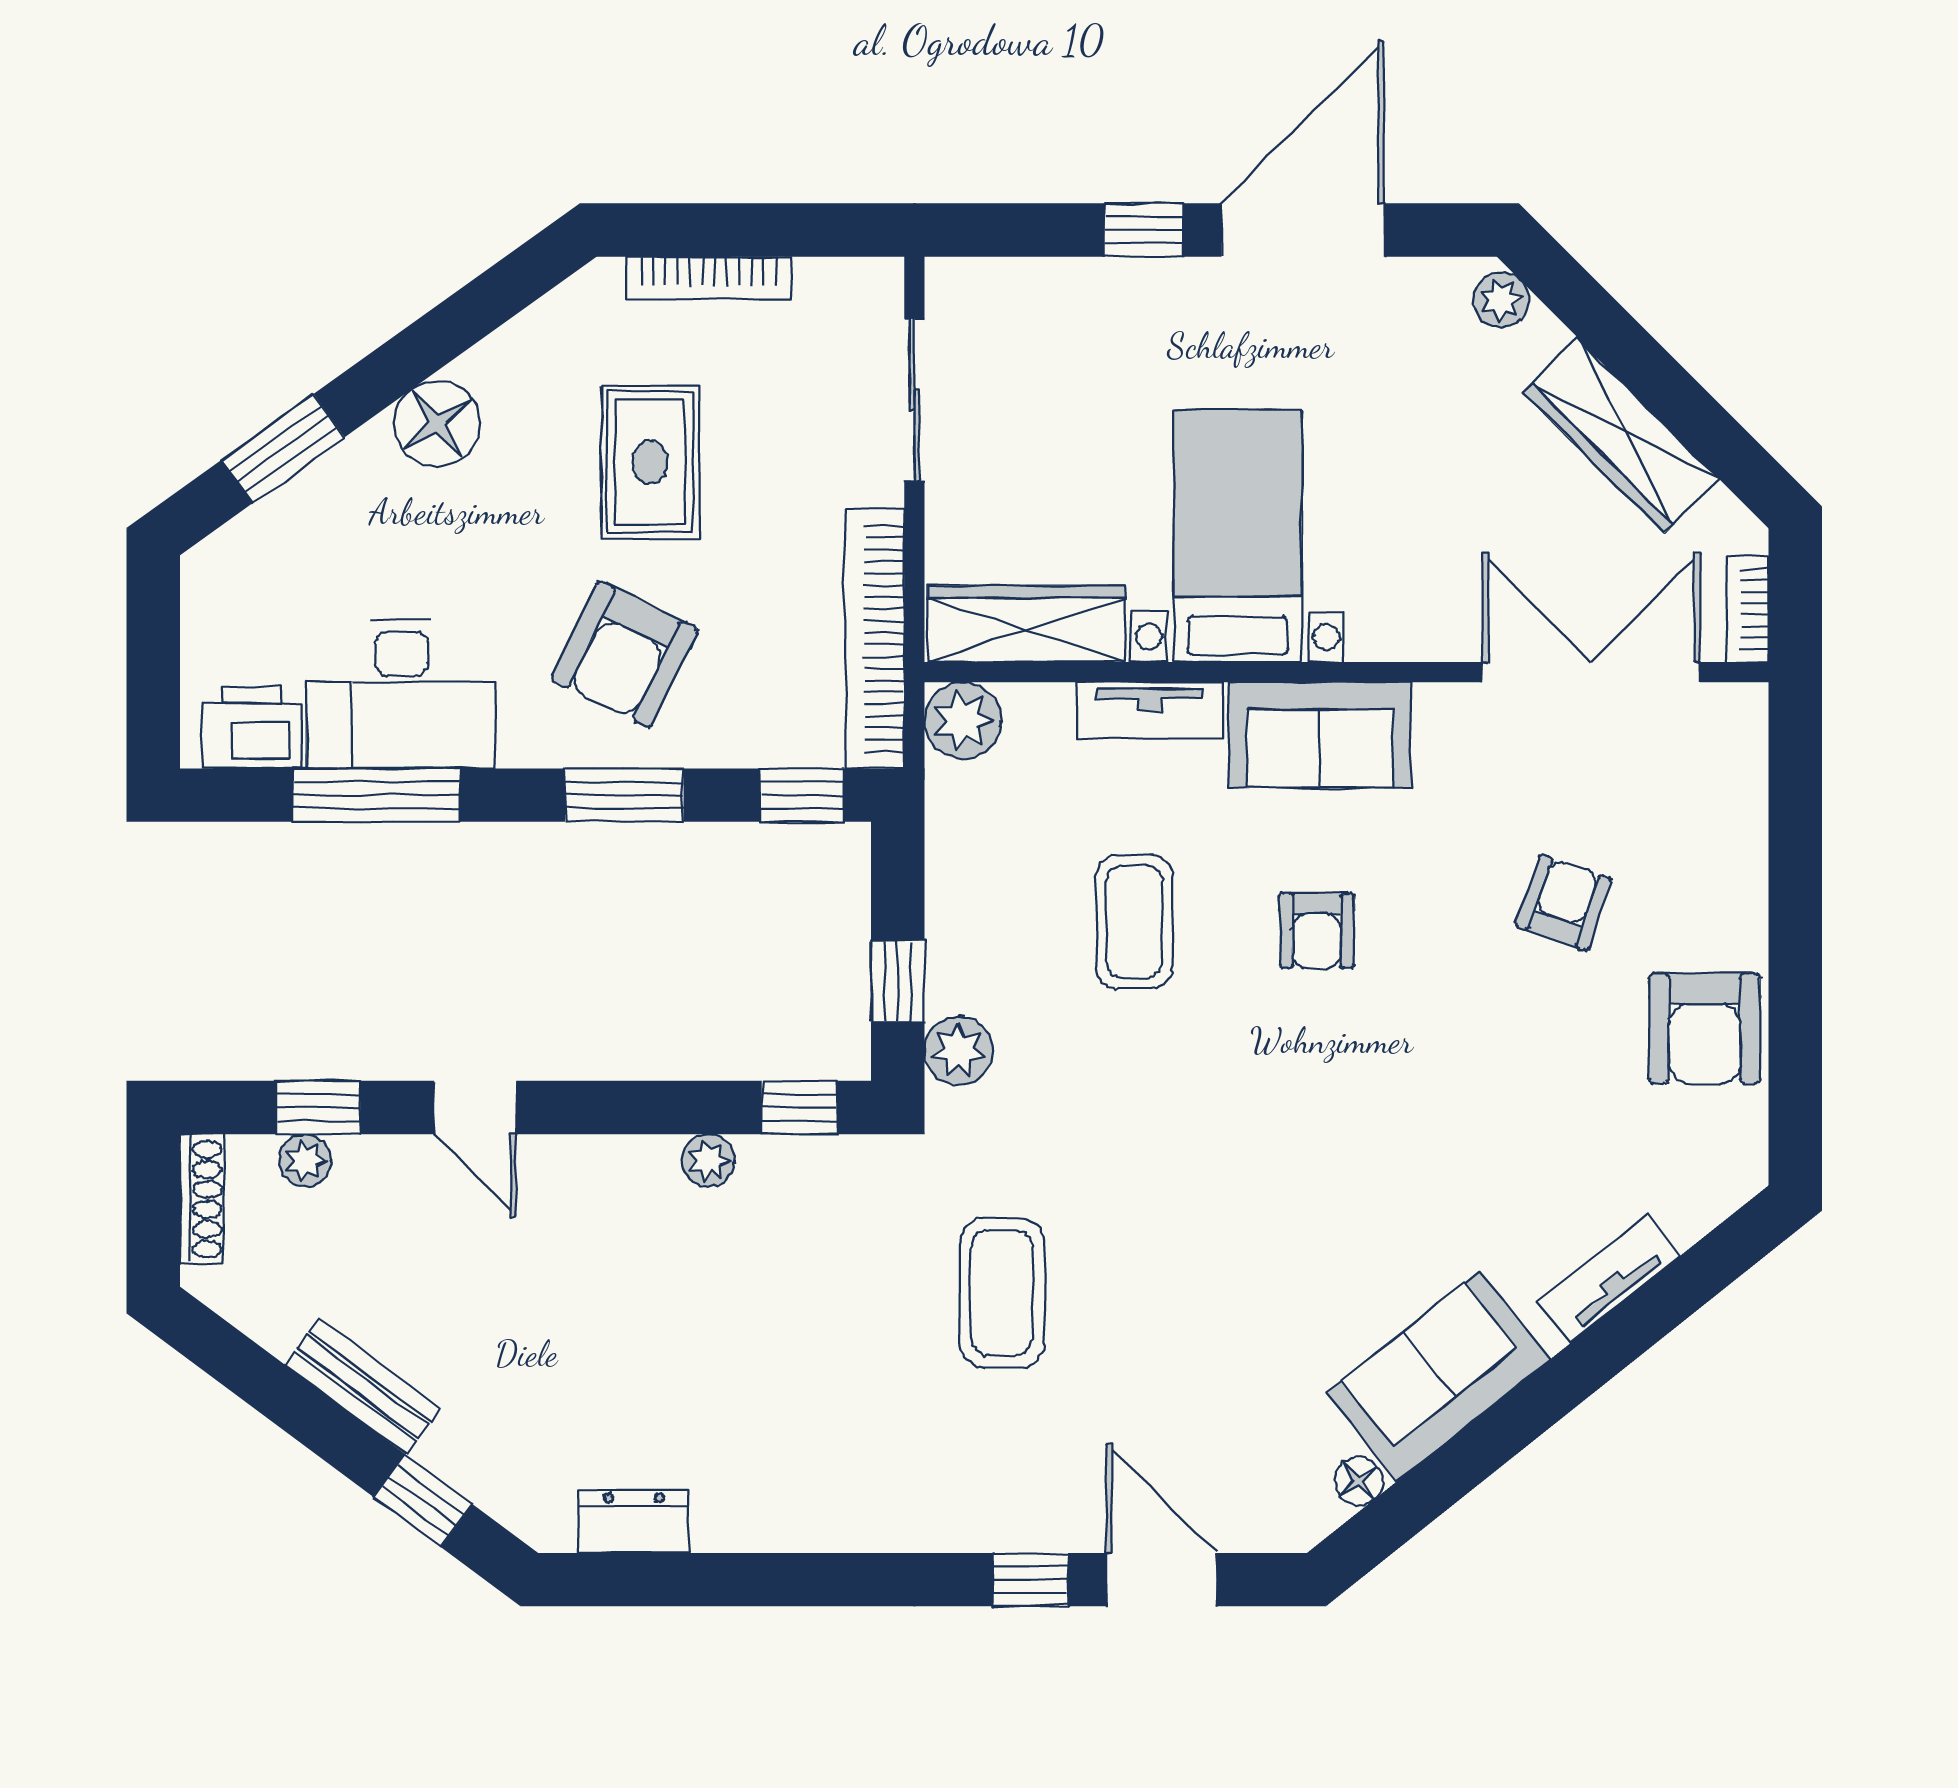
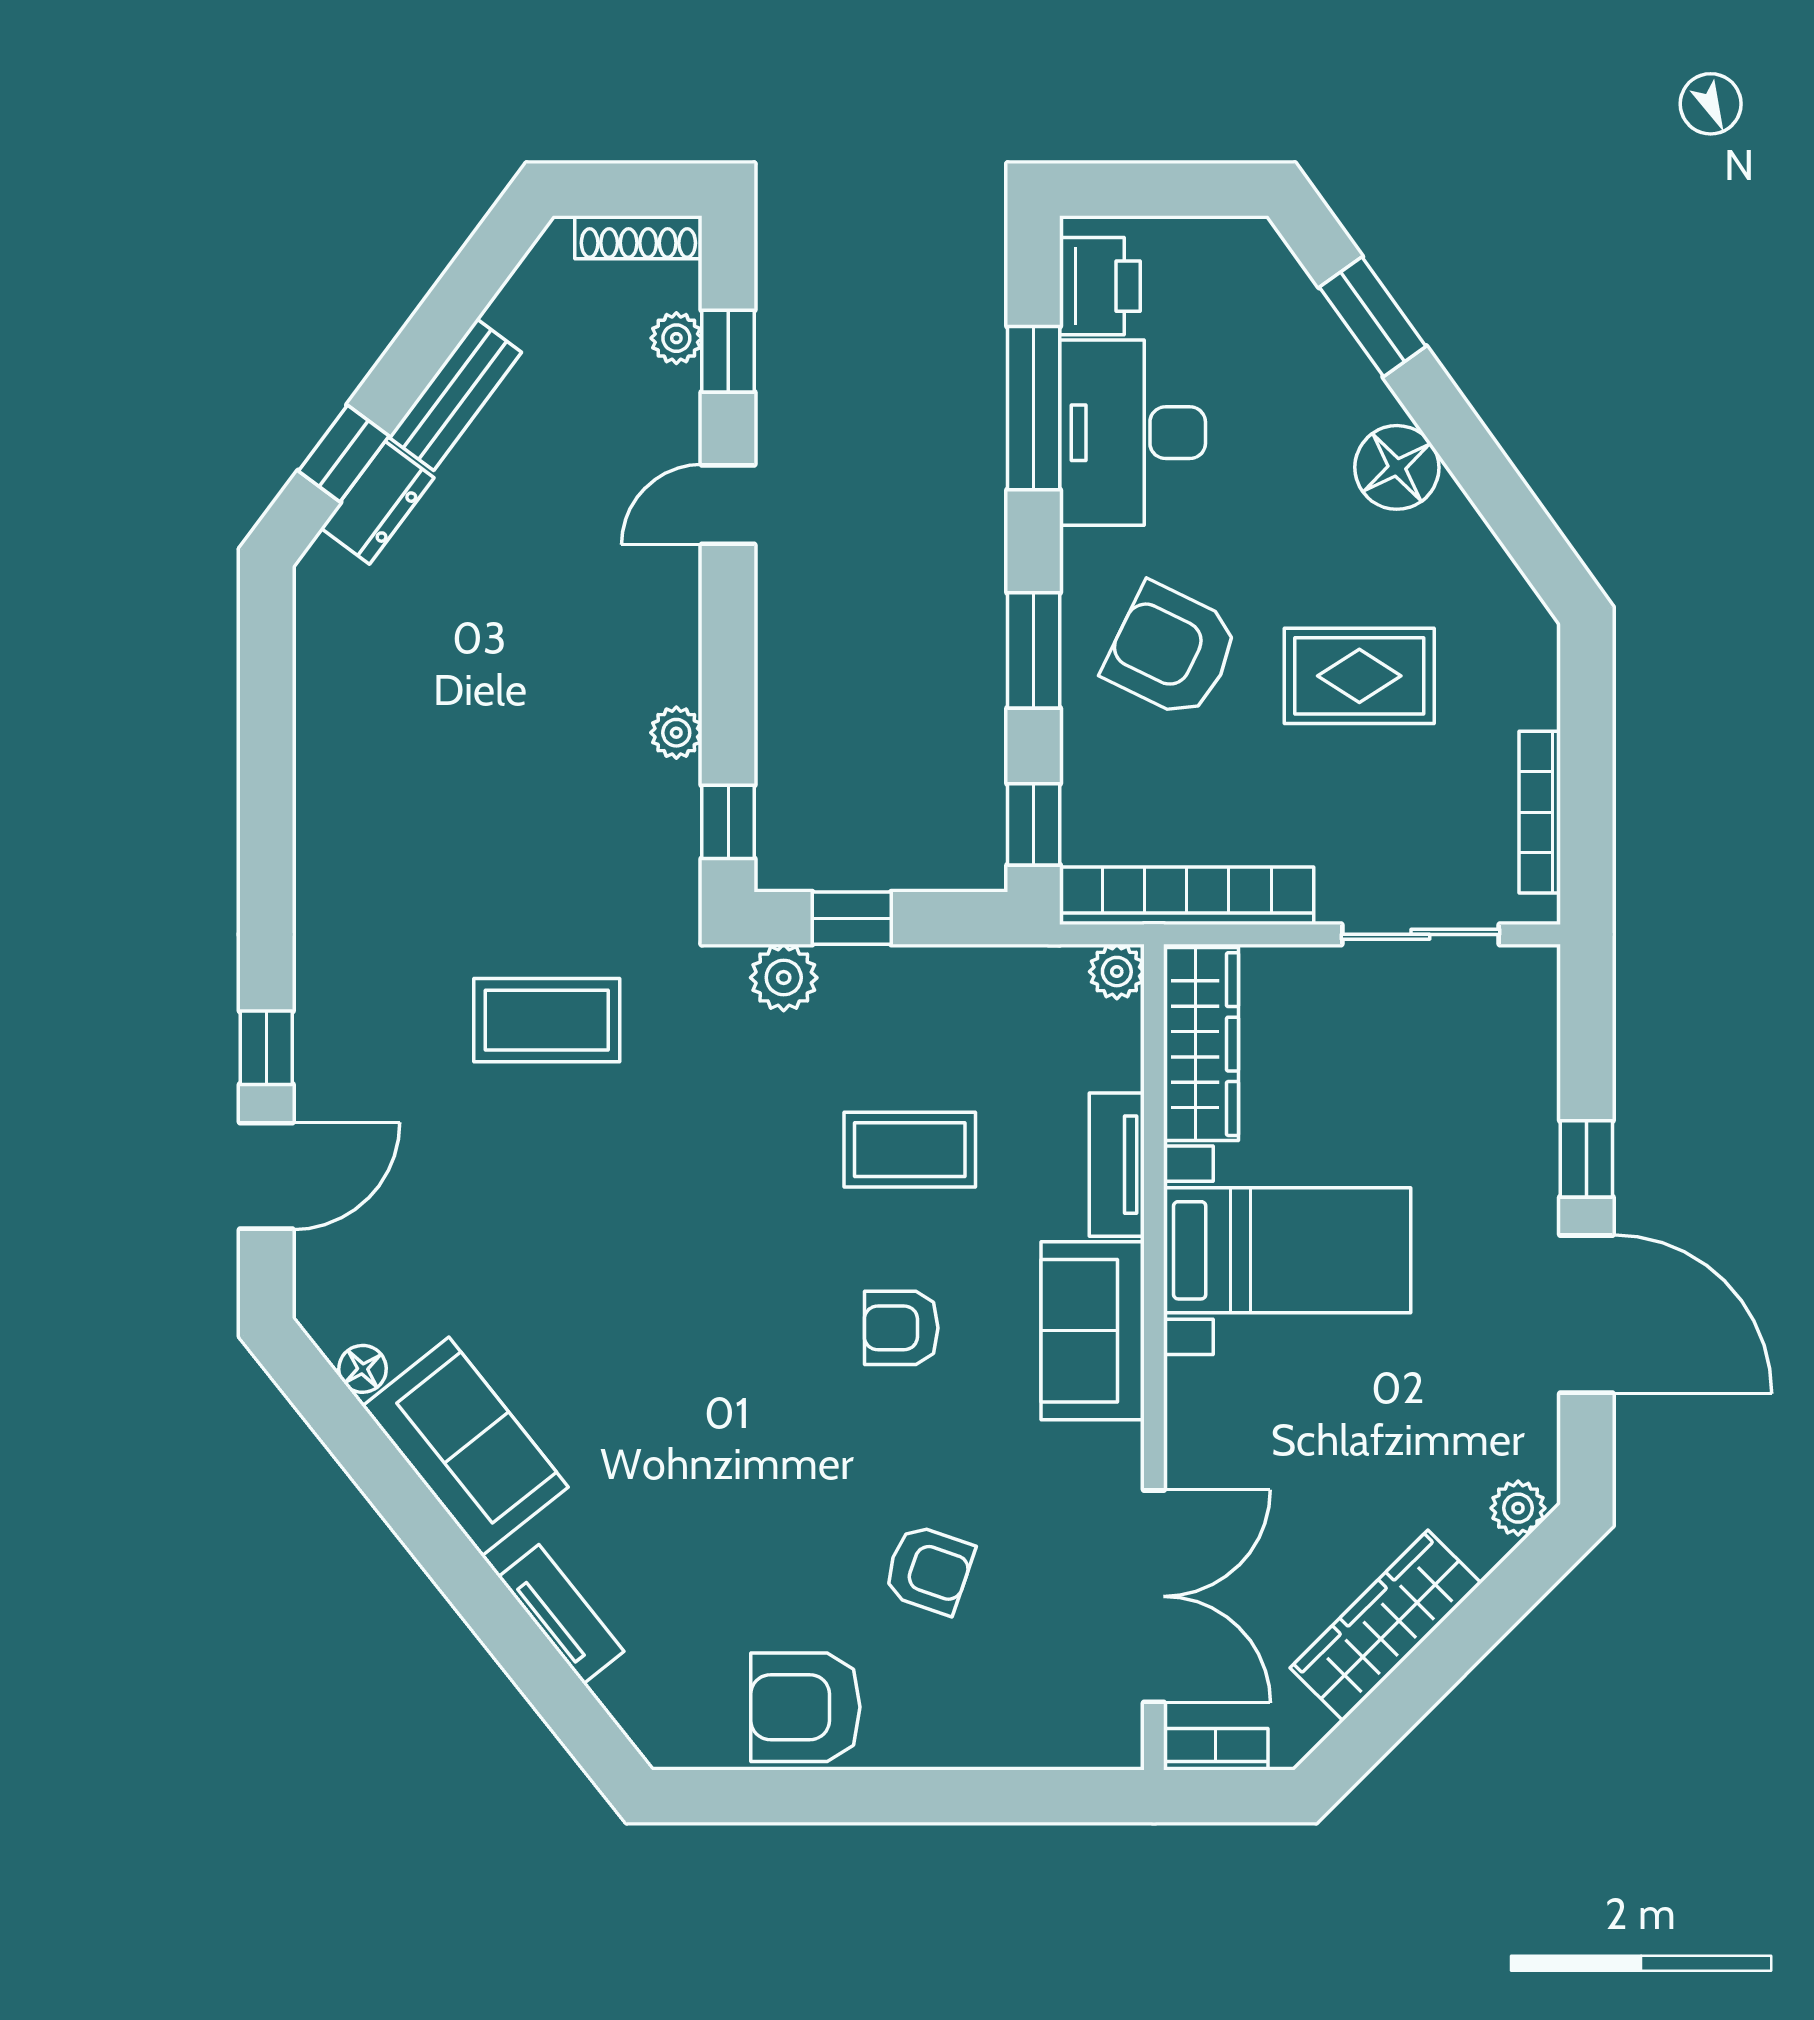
bookcase: (709, 278) -> (1540, 812), moved
plant: (963, 721) -> (1117, 972), width x0.73, depth x0.73
dresser: (634, 1522) -> (377, 503), moved, turned 37

